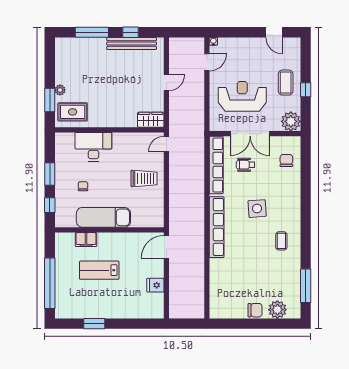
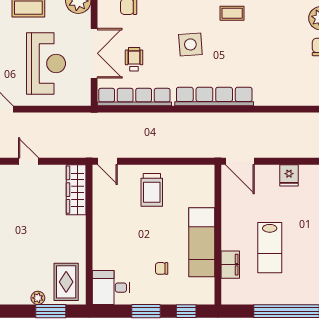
reception desk: (242, 96) -> (46, 64), turned 180
wardrobe: (151, 120) -> (76, 190), width x1.50
desk: (93, 147) -> (111, 288), moved, width x0.73
wheelchair: (246, 165) -> (134, 59), turned 180
trolley: (144, 179) -> (152, 190), turned 180

